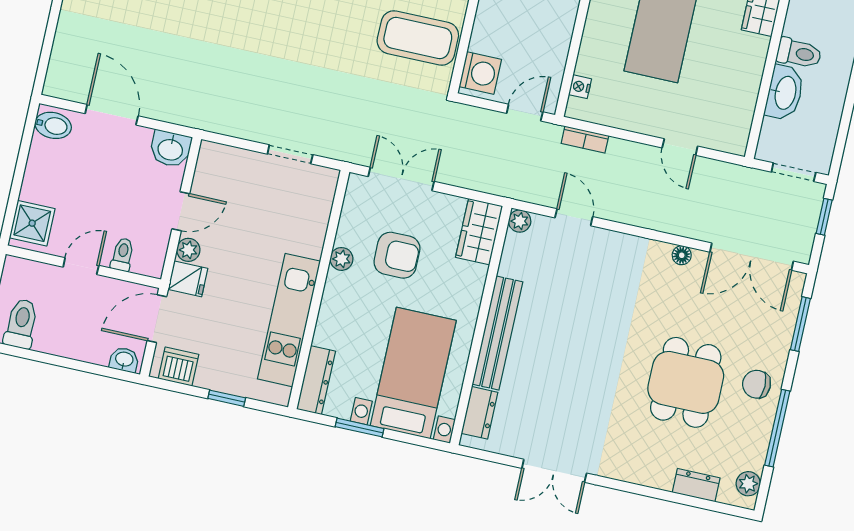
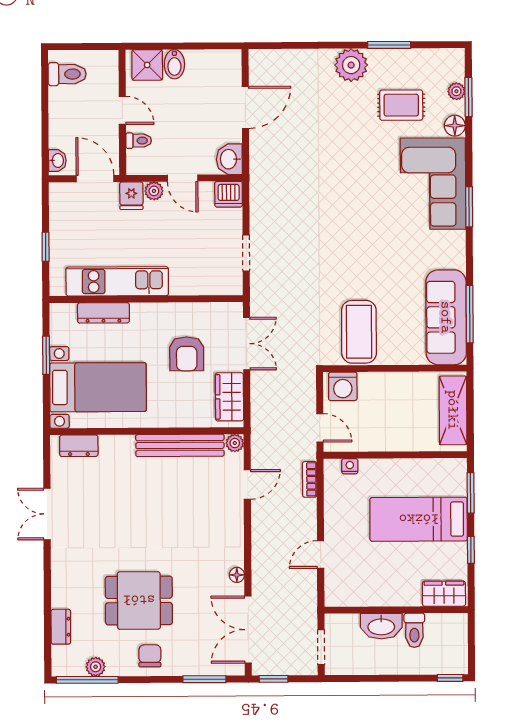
bidet: (53, 125) -> (174, 64), moved
window: (824, 217) -> (274, 679), moved
wardrobe: (479, 232) -> (229, 397), moved, turned -90
plant: (342, 259) -> (174, 311), removed
bench: (498, 333) -> (180, 445), moved
dishwasher: (179, 367) -> (229, 194), moved, turned 90
dresser: (316, 380) -> (103, 313), moved
window: (777, 428) -> (87, 680), moved
plant: (748, 484) -> (96, 667), moved

